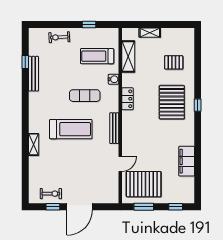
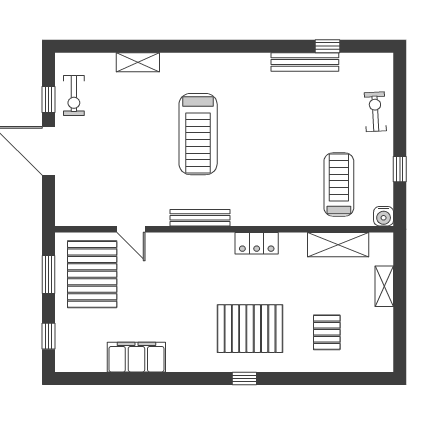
water cooler: (113, 79) -> (384, 216), moved
exercise mat: (85, 96) -> (263, 161), removed
shelving: (34, 144) -> (138, 62), moved

